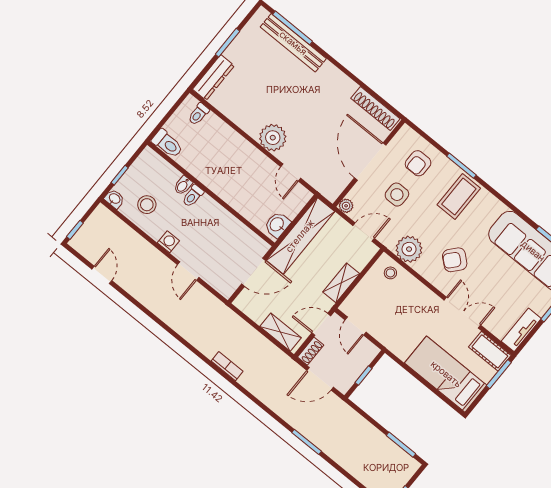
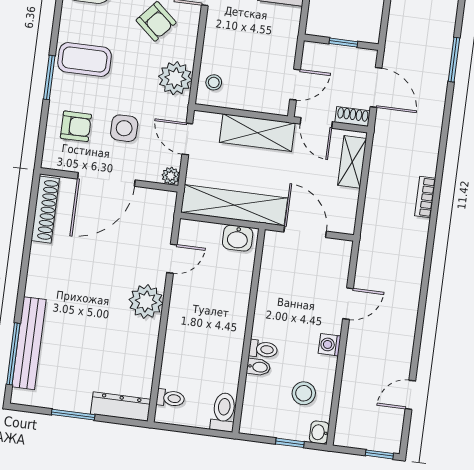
shelving: (341, 283) -> (257, 133), width x1.50, depth x1.33

